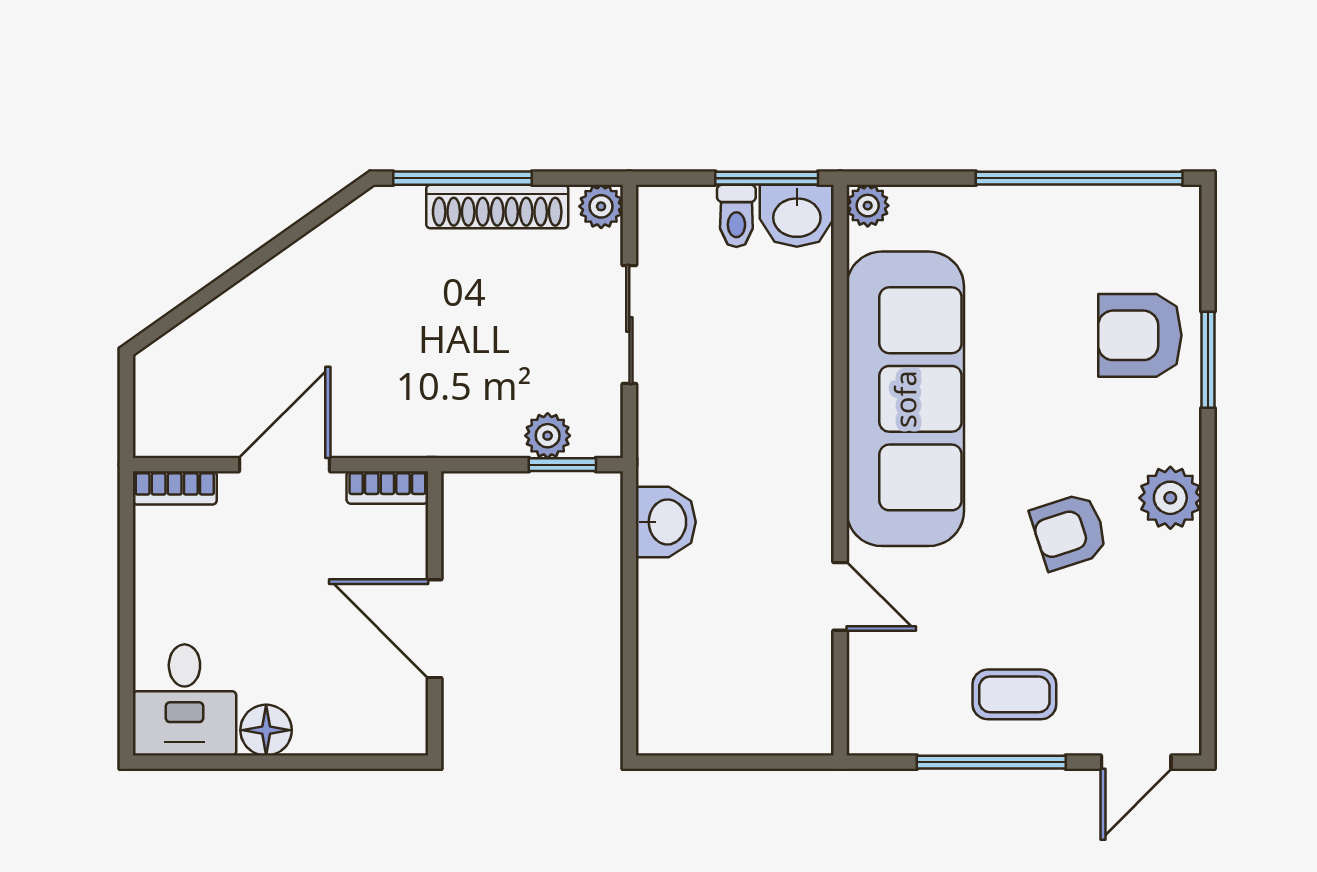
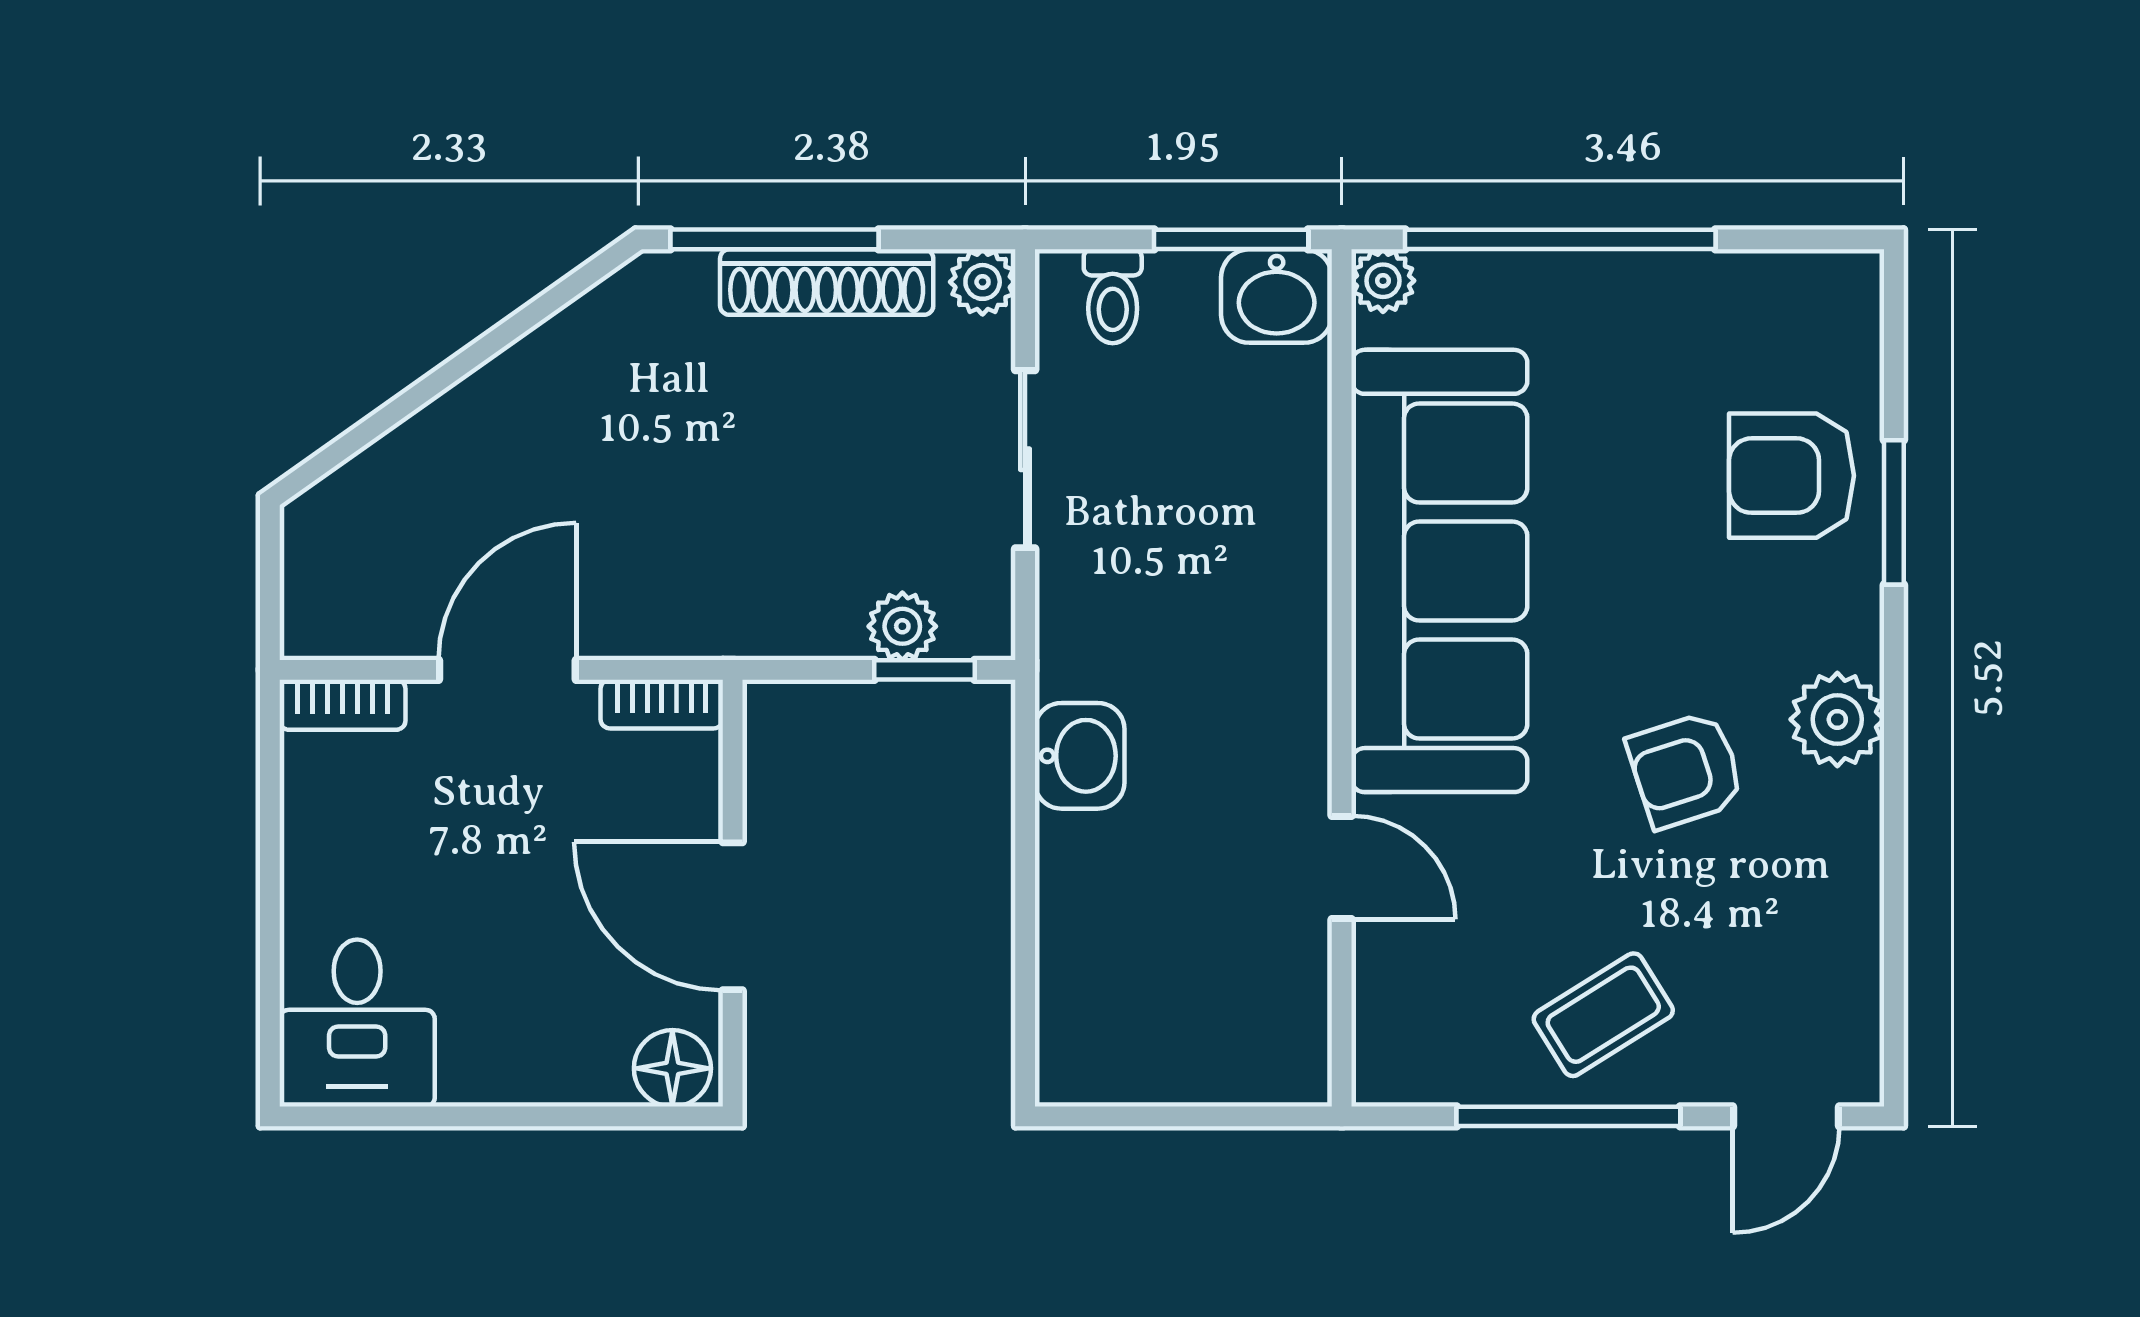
window: (1079, 178) -> (1560, 239), moved
toilet: (736, 216) -> (1113, 296), moved
coffee table: (1014, 694) -> (1603, 1015), turned -32
floor lamp: (266, 730) -> (672, 1068), moved

